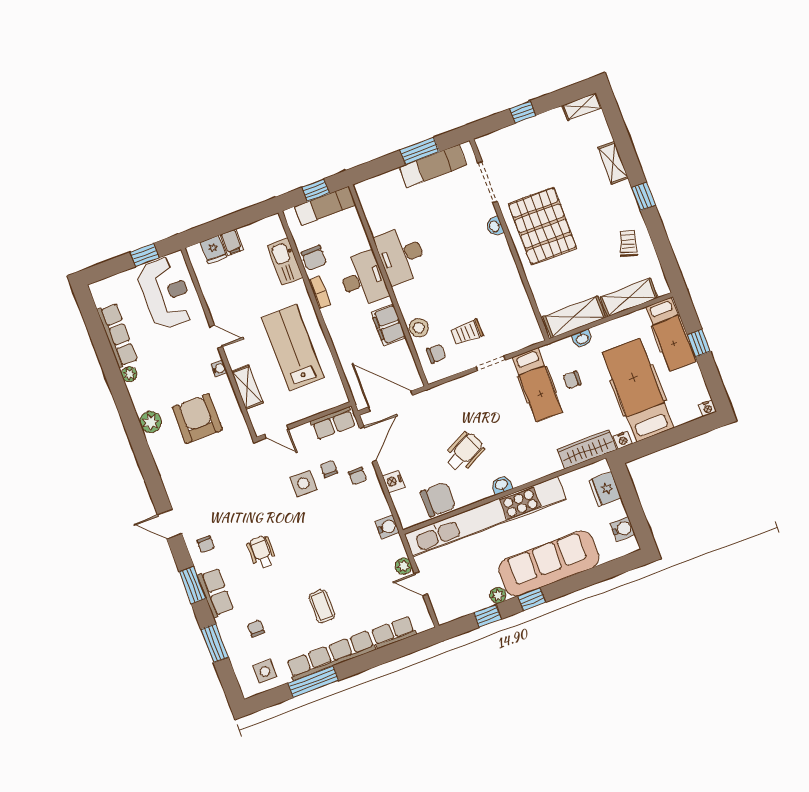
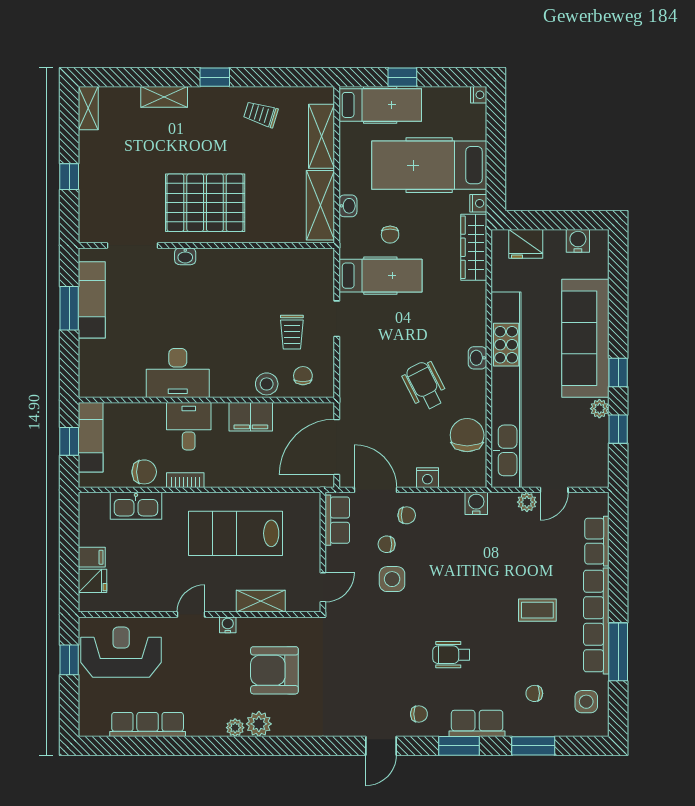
desk: (363, 279) -> (189, 426), width x0.73
plant: (129, 374) -> (235, 728), moved

